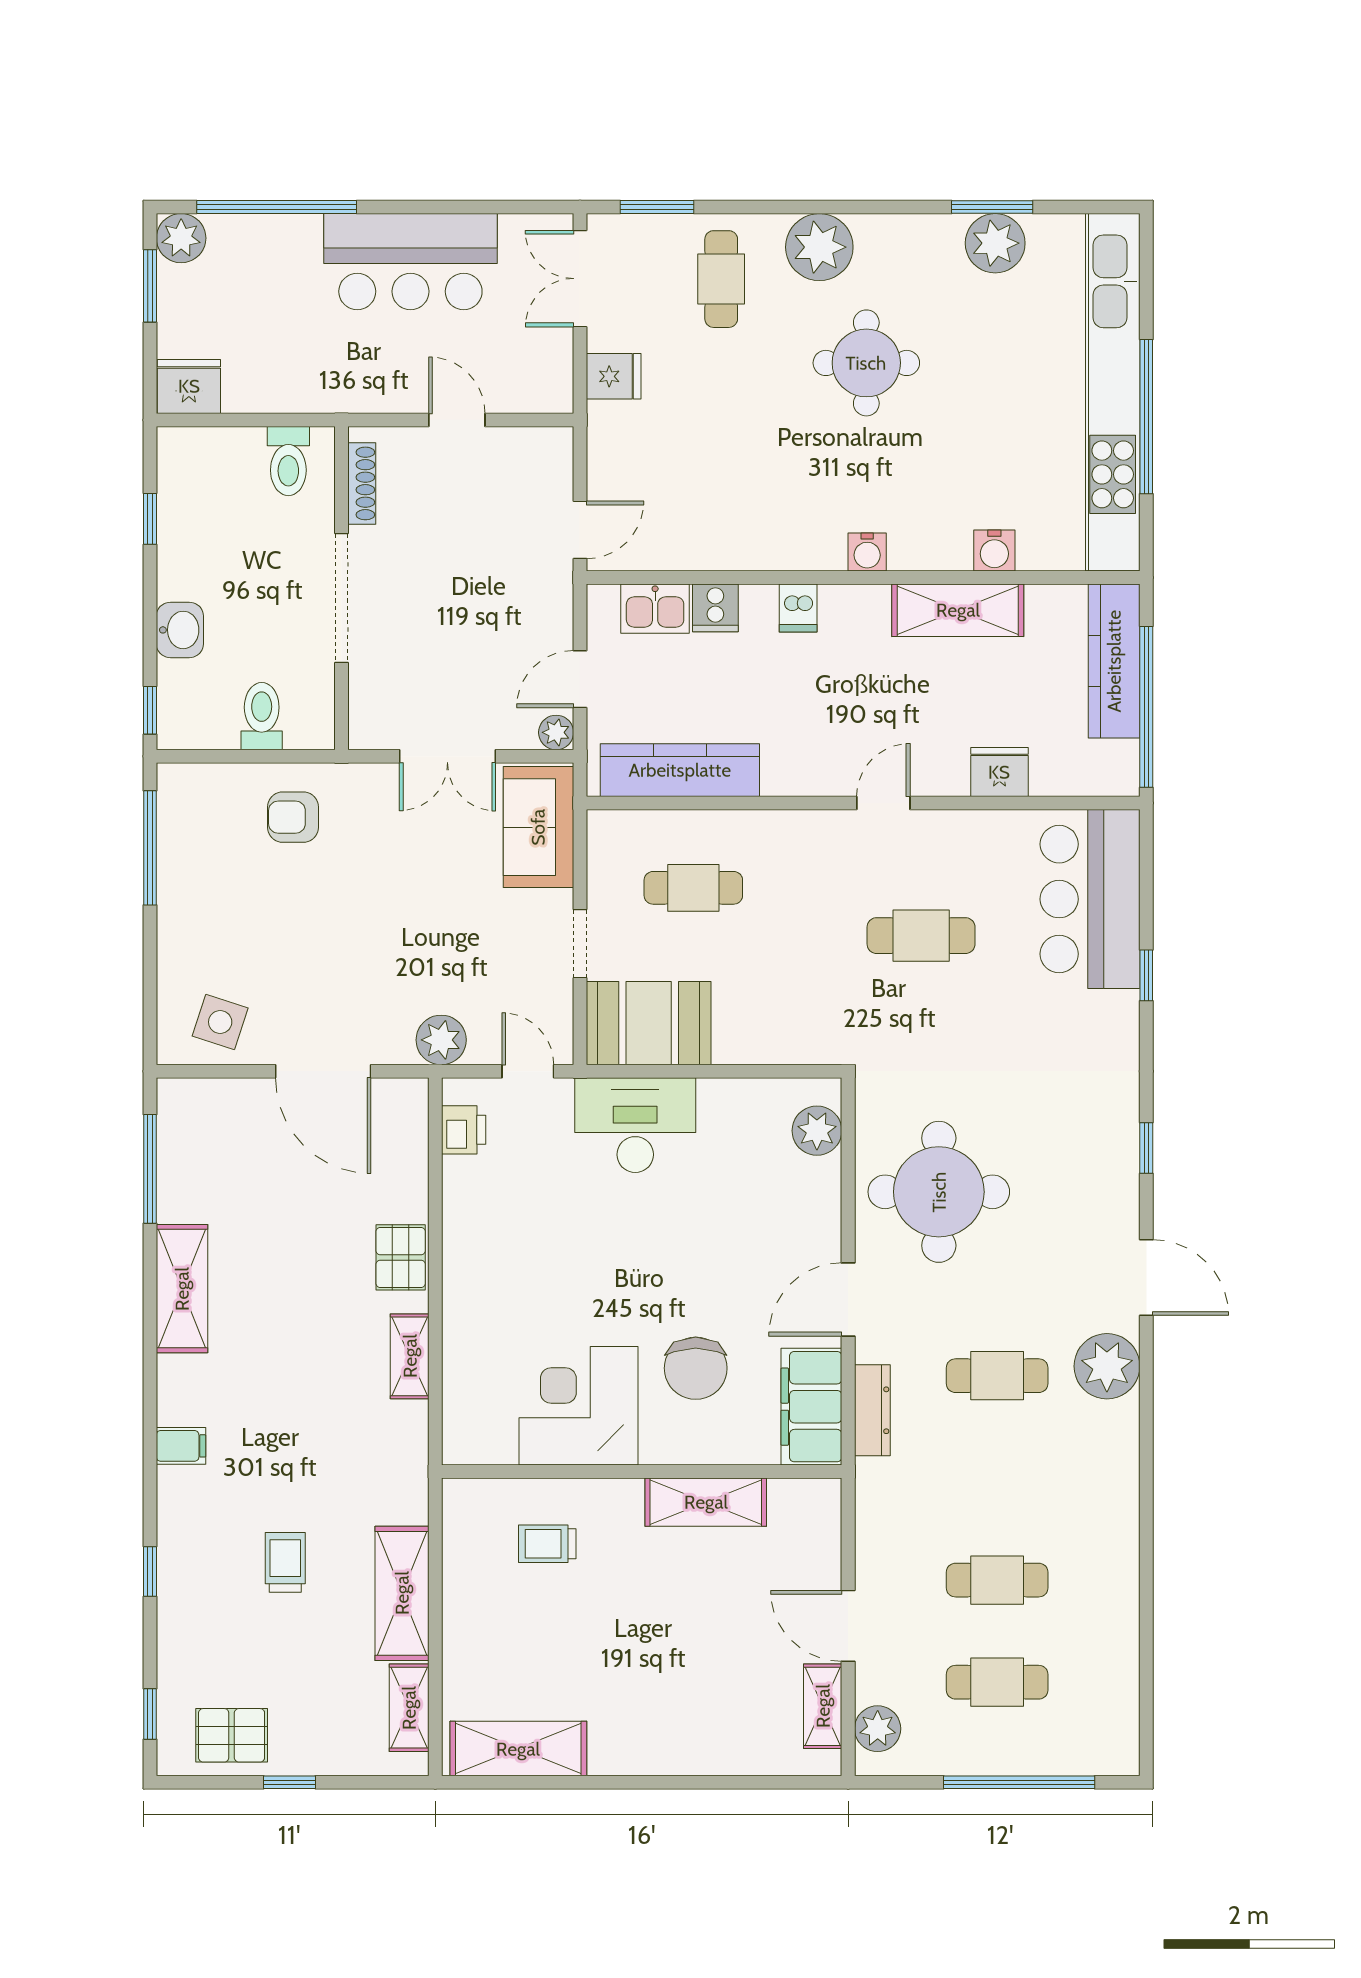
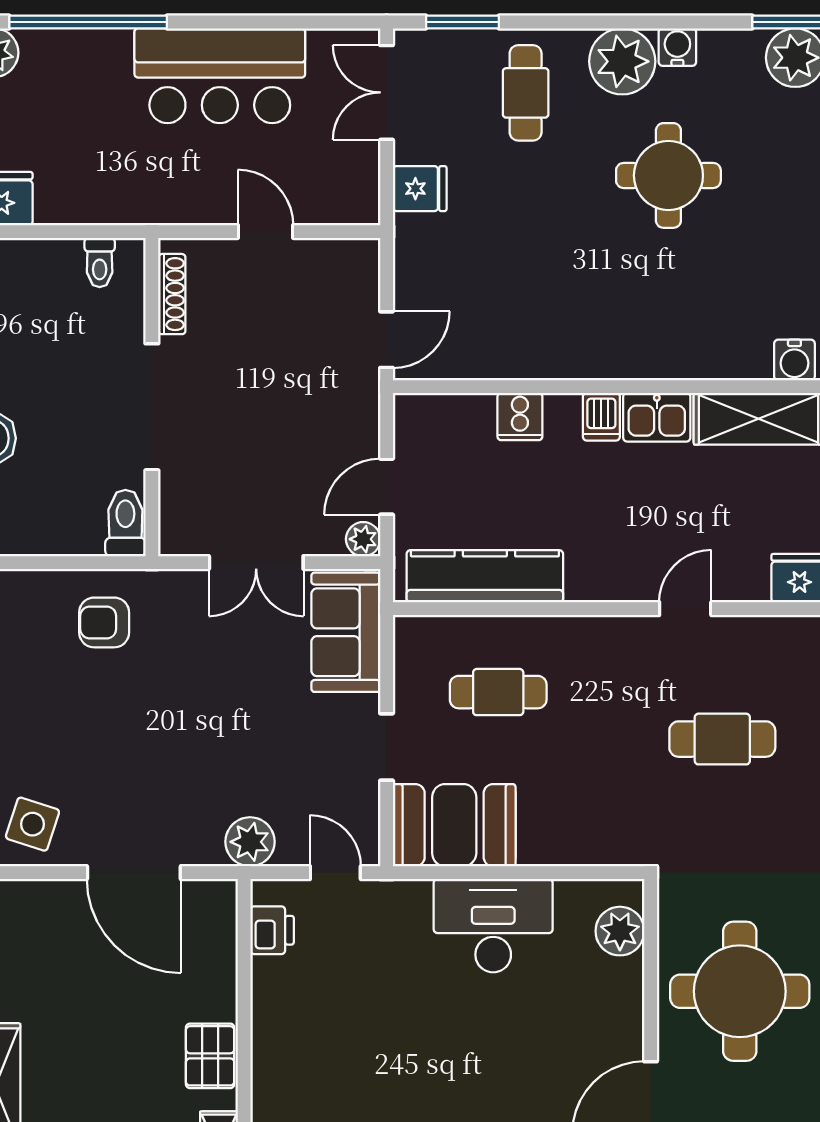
toilet: (288, 461) -> (100, 262), width x0.73, depth x0.72
water cooler: (867, 552) -> (677, 47), moved, turned 180
kitchen sink: (655, 609) -> (657, 417), moved
toilet: (262, 716) -> (125, 523), moved
desk: (635, 1125) -> (493, 926), moved

